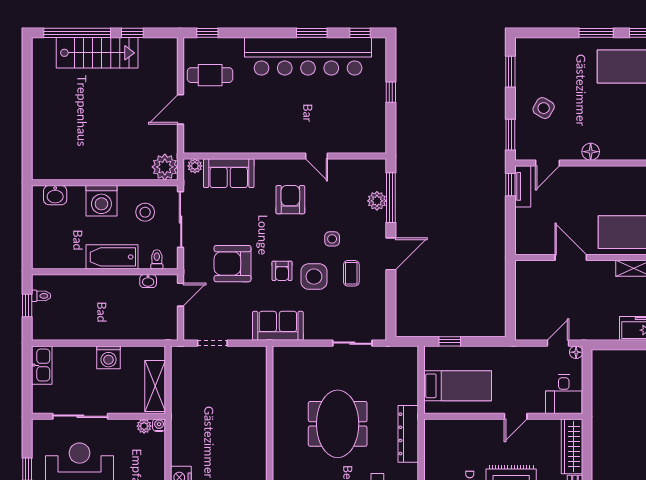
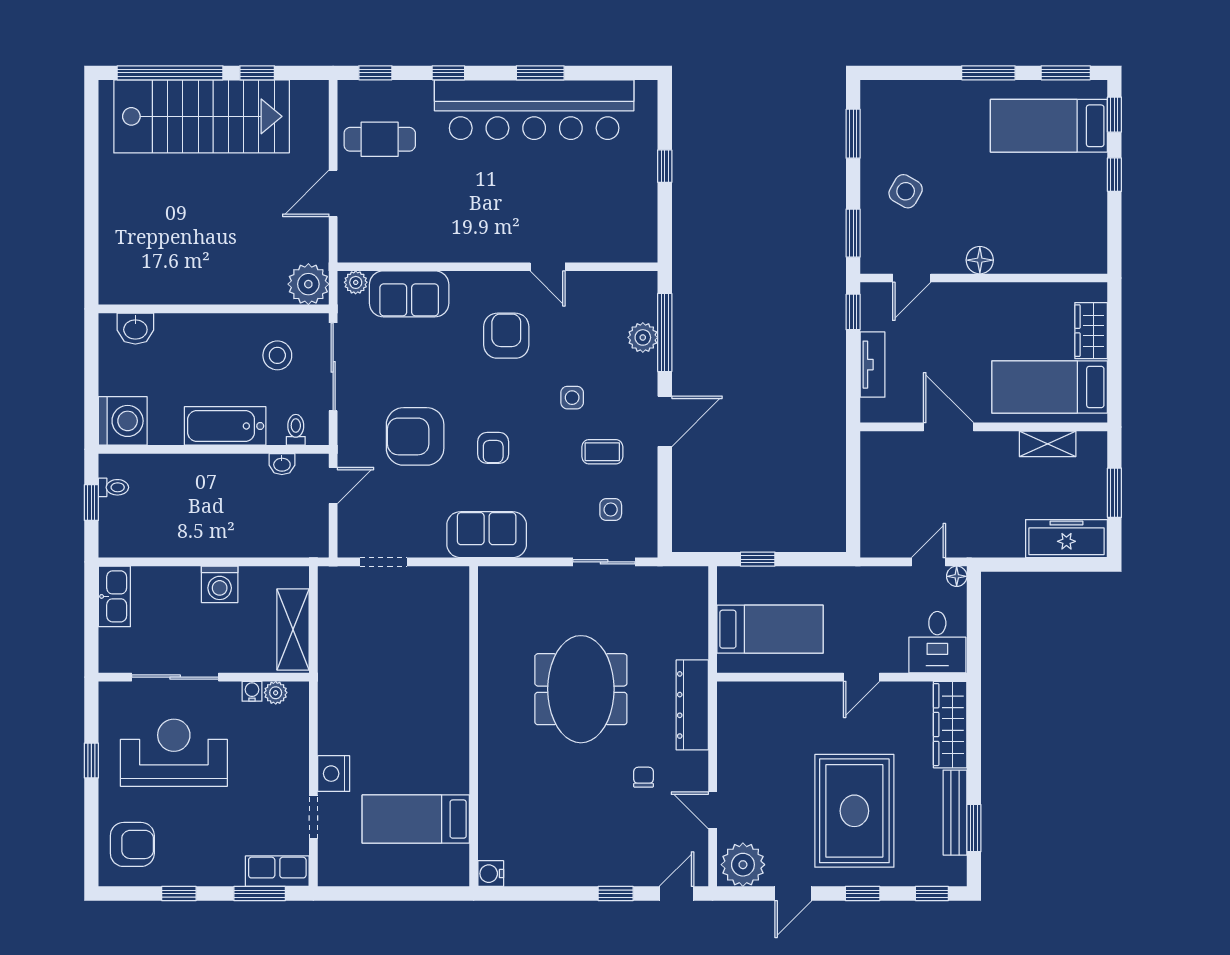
window: (360, 33) -> (448, 73), moved
stairs: (97, 53) -> (202, 116), width x1.36, depth x1.51
tv unit: (523, 186) -> (873, 365), moved
washing machine: (101, 201) -> (123, 421), moved, turned -90
coffee table: (351, 273) -> (602, 452), turned 90
side table: (314, 277) -> (611, 510), moved, width x0.54, depth x0.54
water cooler: (159, 425) -> (252, 691), moved

